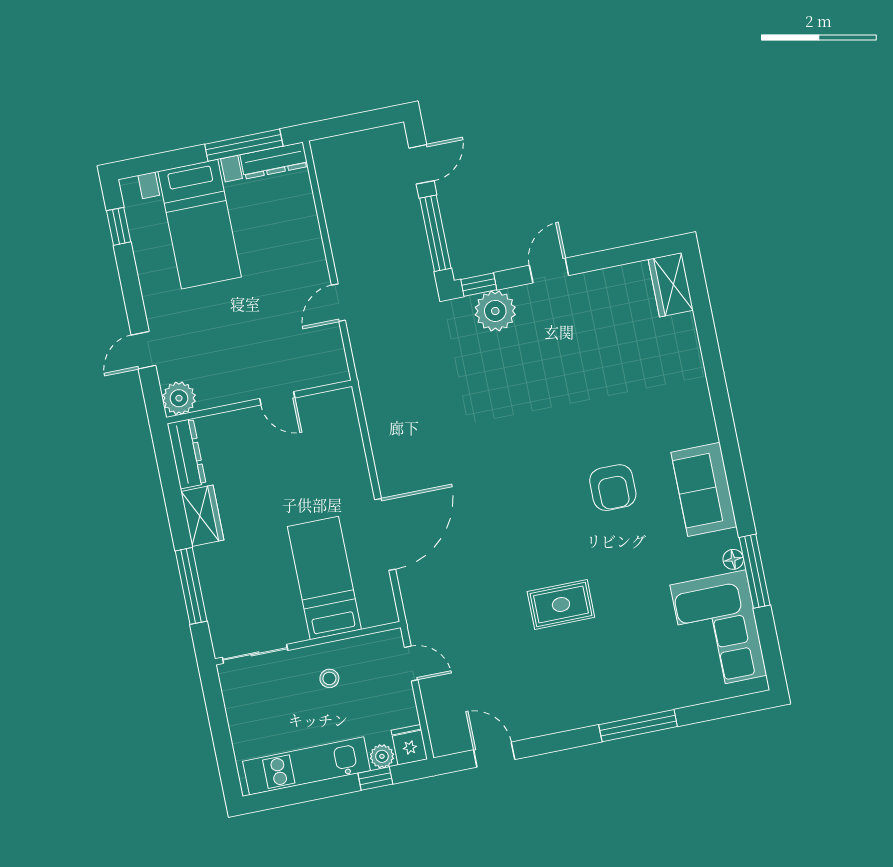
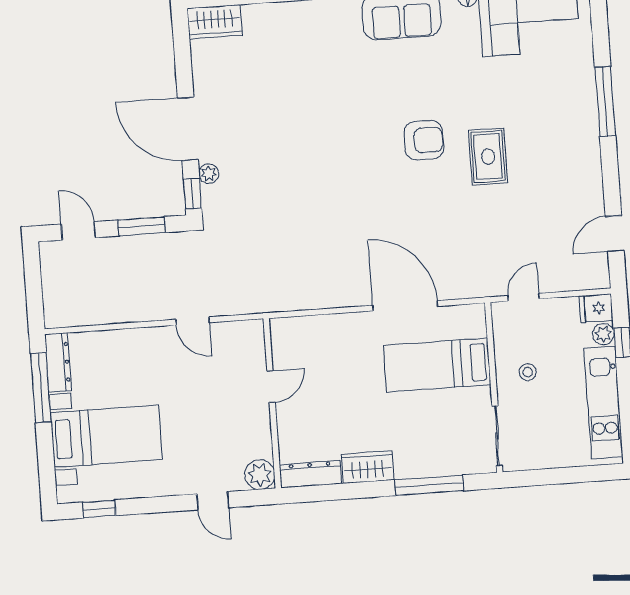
window: (435, 233) -> (142, 226), width x0.69
door: (549, 270) -> (188, 129), width x1.88
plant: (495, 311) -> (209, 174), width x0.53, depth x0.53
armchair: (613, 488) -> (424, 140), moved

